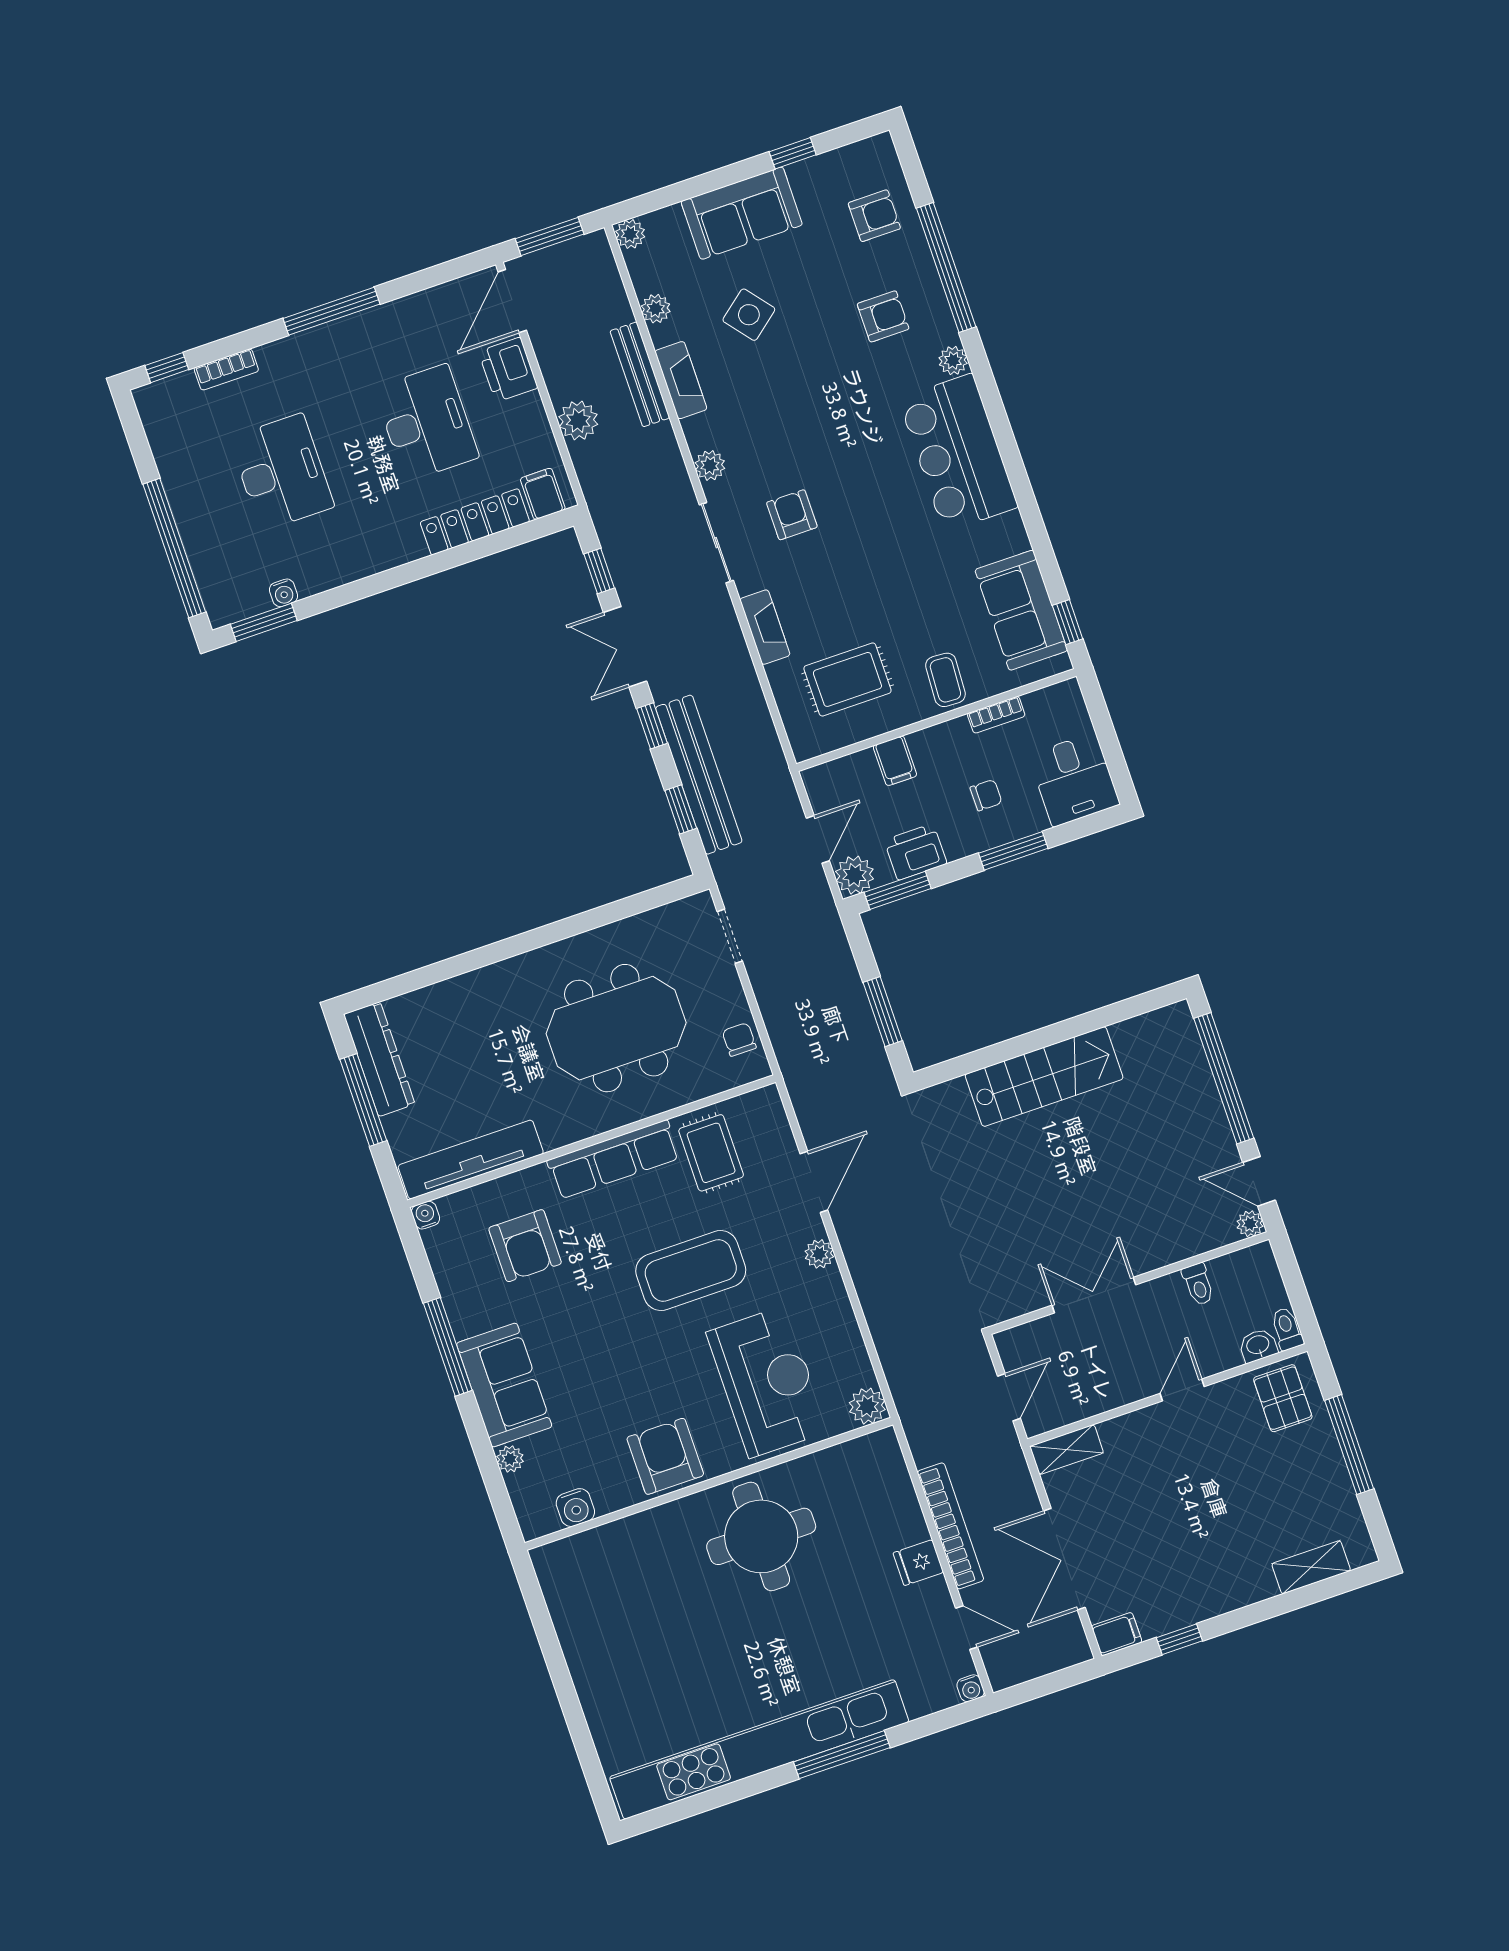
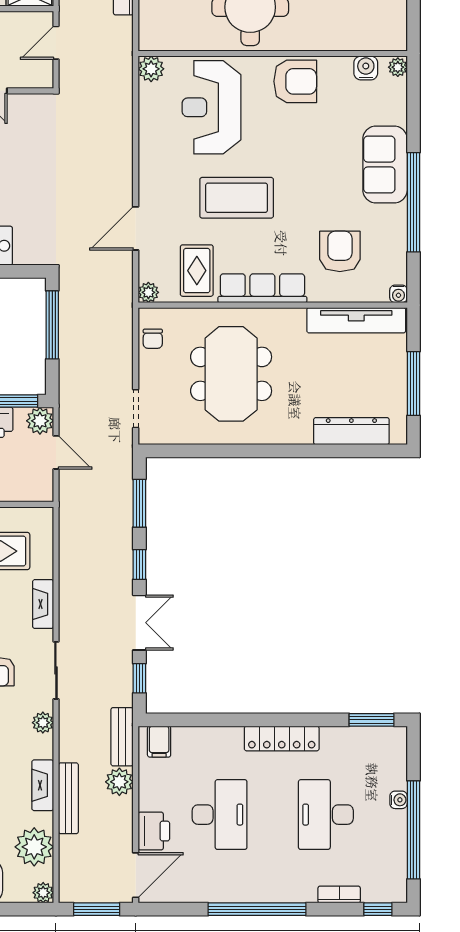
plant: (656, 309) -> (34, 847), width x1.87, depth x1.87
window: (331, 311) -> (257, 909), width x1.46
desk: (426, 423) -> (220, 815), turned 180
locker: (475, 522) -> (282, 738), moved
window: (174, 548) -> (413, 830), moved
water cooler: (284, 593) -> (399, 800), moved, turned 90
bench: (699, 775) -> (122, 737), moved, width x0.54, depth x0.82
window: (681, 809) -> (139, 503), width x1.50
door: (818, 839) -> (56, 452), swing flipped
window: (883, 1012) -> (52, 325), width x1.44
meeting table: (616, 1028) -> (231, 374), turned 90
dresser: (379, 1059) -> (351, 431), moved, turned 90
plant: (819, 1254) -> (148, 292), moved
window: (448, 1347) -> (413, 202), width x1.46
armchair: (665, 1456) -> (295, 81), turned -90
plant: (510, 1459) -> (398, 67), moved

